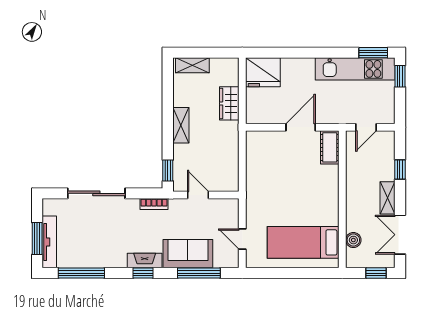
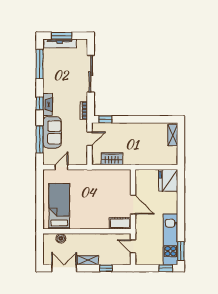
wardrobe: (229, 103) -> (112, 159), moved
shelving: (181, 125) -> (134, 128), removed
window: (376, 273) -> (40, 253), removed

